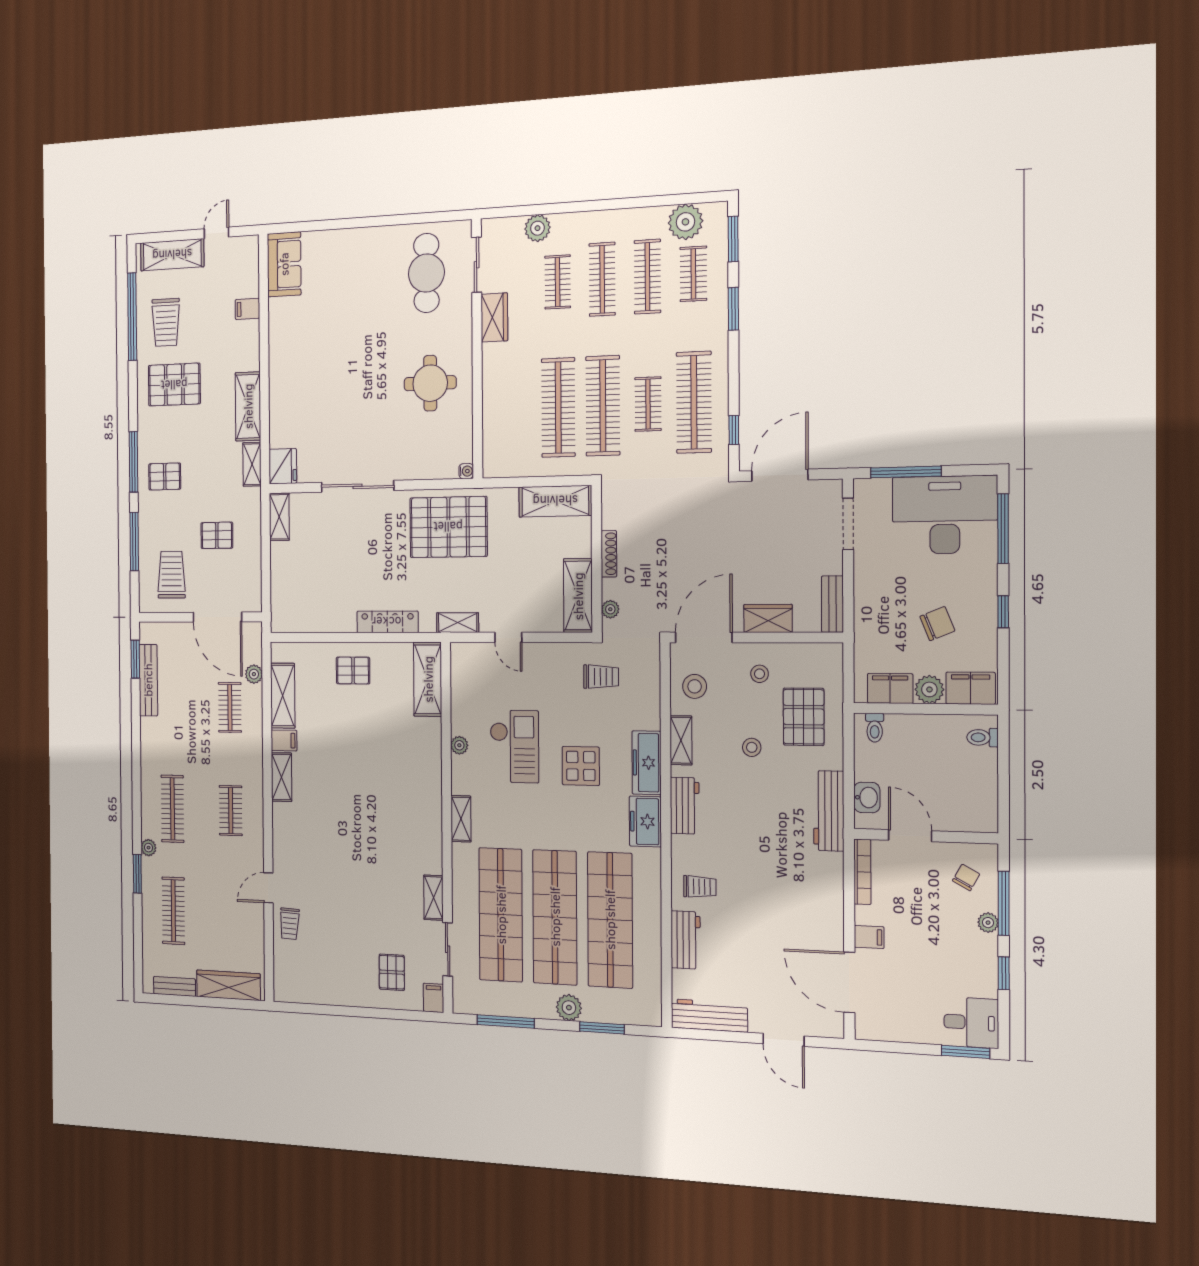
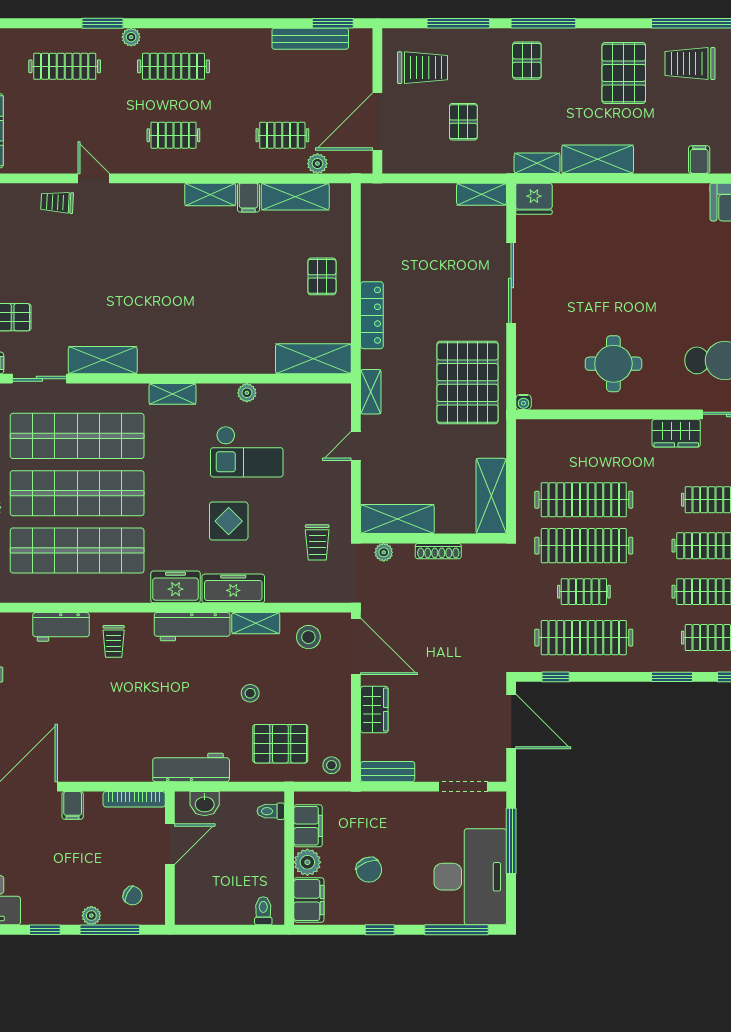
stool: (760, 674) -> (331, 765), moved
workbench: (685, 806) -> (192, 627), width x1.38
shelving: (433, 898) -> (103, 360), width x1.50, depth x1.33

